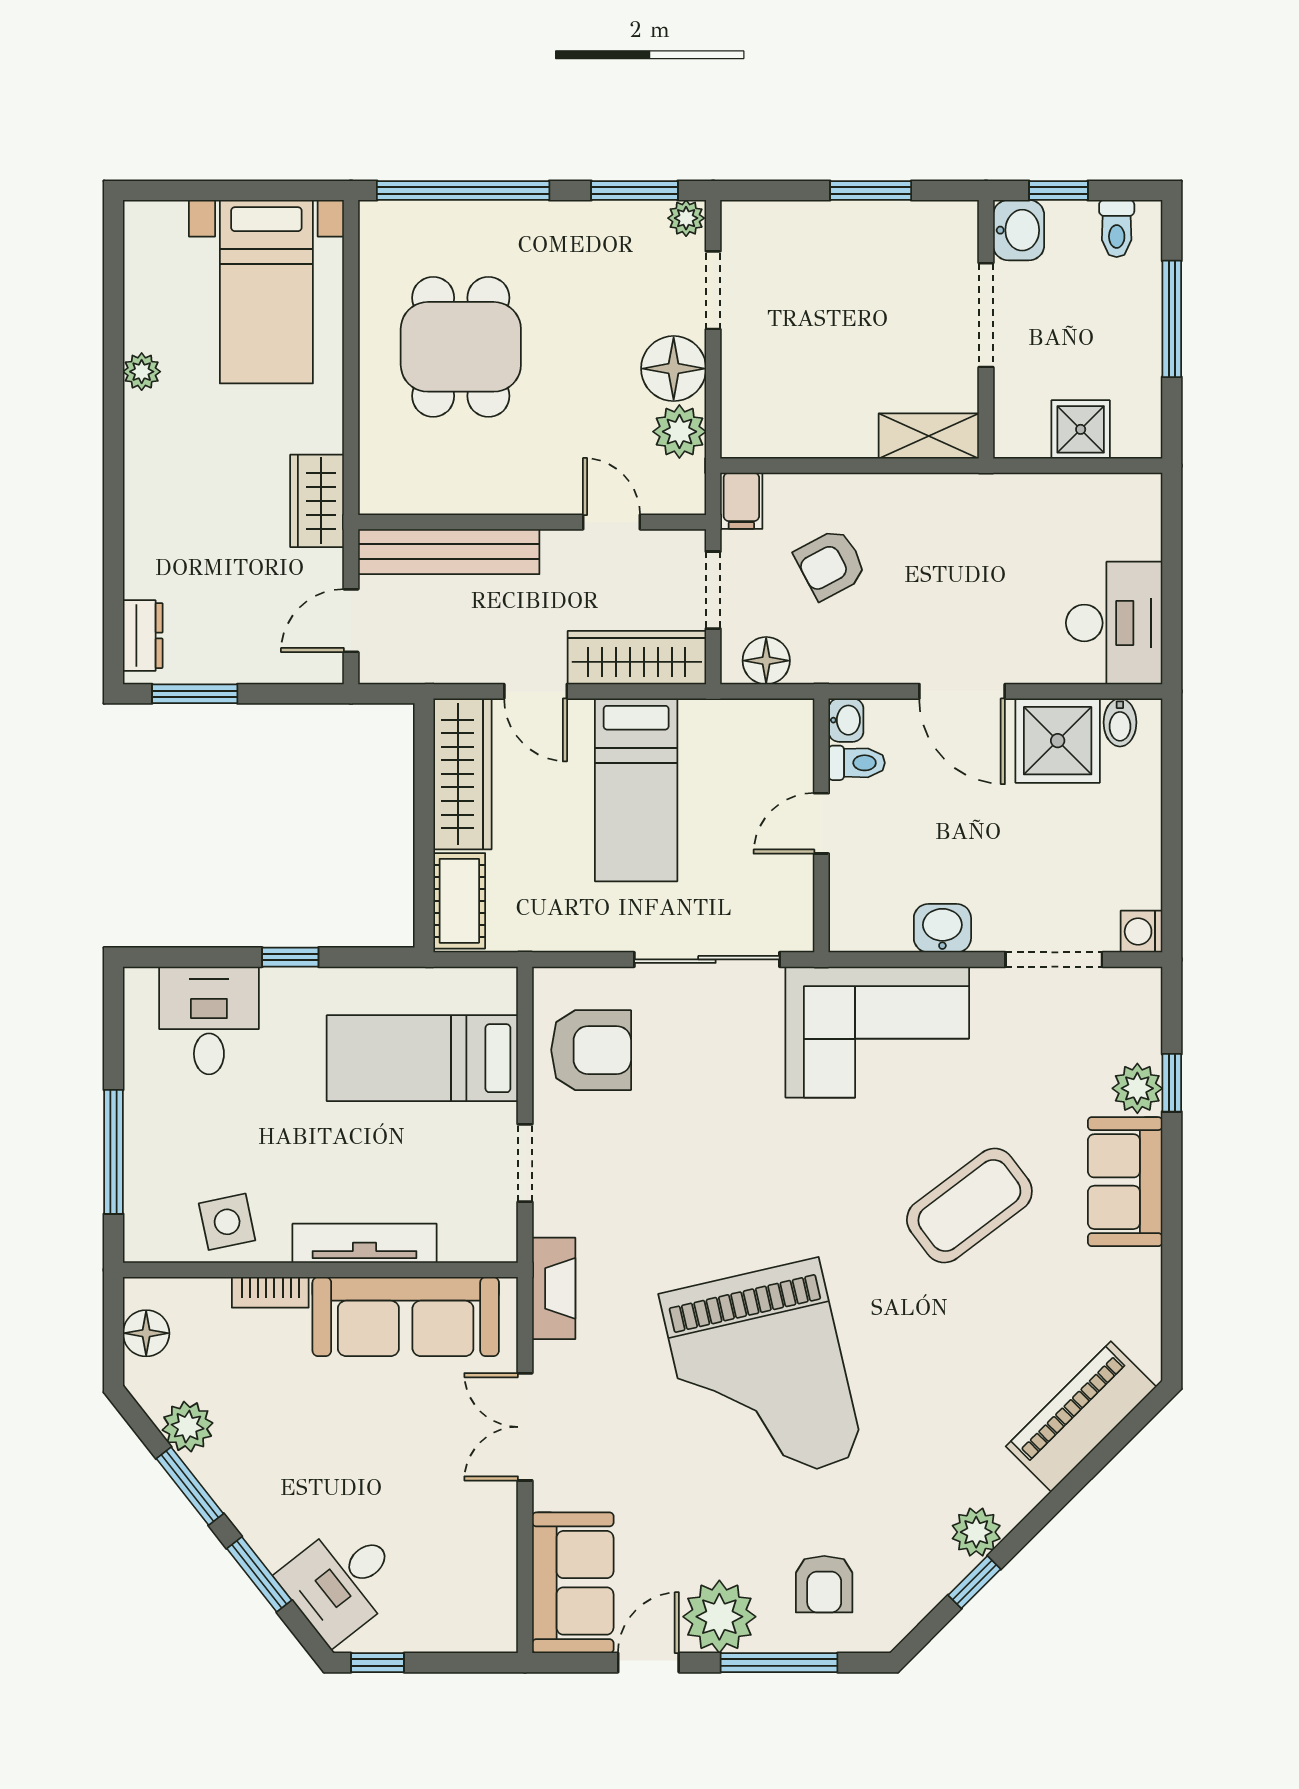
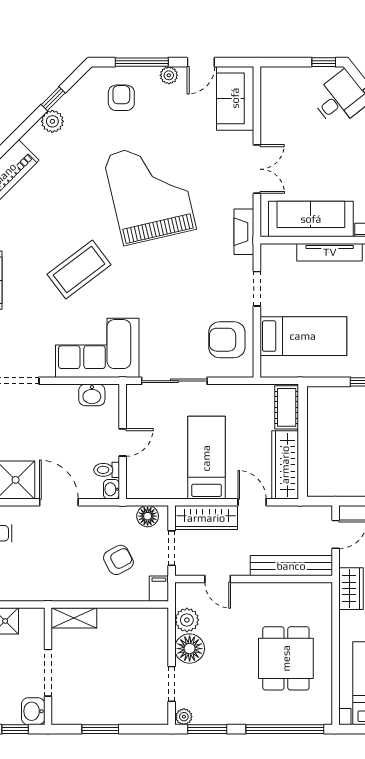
washbasin: (942, 928) -> (92, 395), moved
coffee table: (969, 1206) -> (79, 269), moved
plant: (719, 1617) -> (169, 75), width x0.53, depth x0.53

